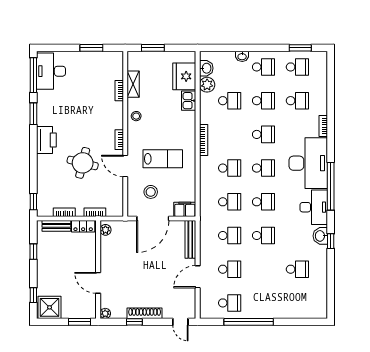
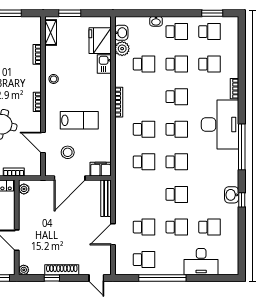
shelving: (133, 84) -> (51, 33), moved
door: (125, 166) -> (43, 142), moved
desk: (314, 207) -> (201, 262), moved, turned 90
school desk: (230, 236) -> (177, 227), moved

